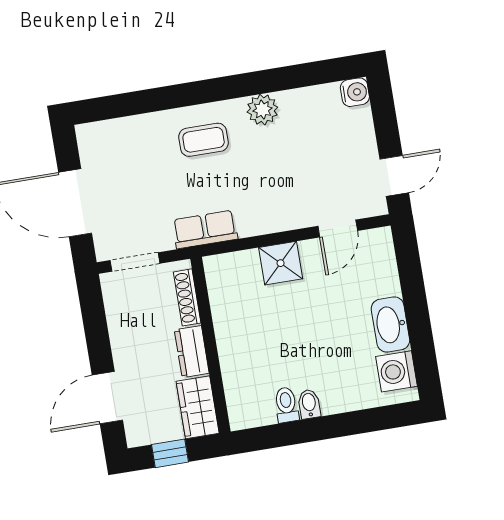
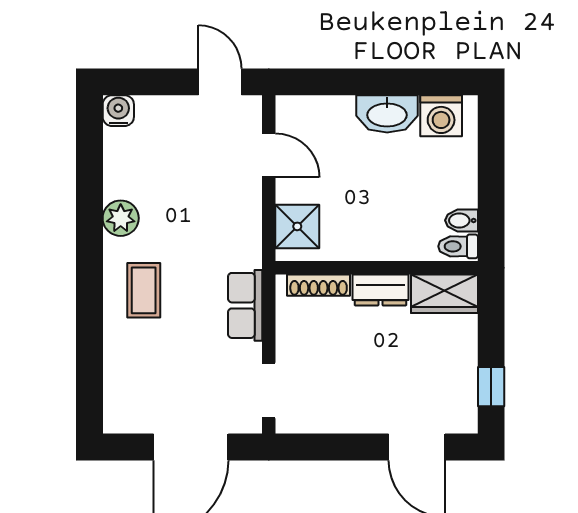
shoe rack: (187, 297) -> (319, 285), moved
wall: (210, 345) -> (377, 268), moved
dresser: (192, 352) -> (381, 290), moved
wardrobe: (198, 407) -> (444, 294), moved

